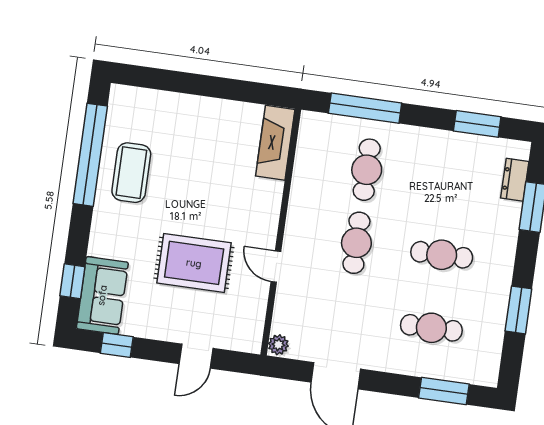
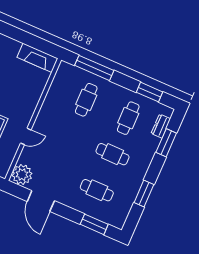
fireplace: (275, 143) -> (37, 58), moved, turned -90
cafe table: (356, 243) -> (128, 118), moved
door: (276, 267) -> (26, 136), swing flipped
plant: (278, 345) -> (22, 174), width x1.88, depth x1.88

